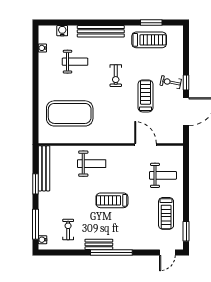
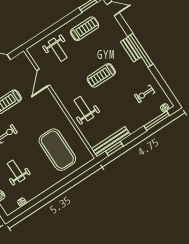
weight bench: (163, 175) -> (58, 50), turned 180
window: (35, 184) -> (114, 149), moved
treadmill: (112, 200) -> (101, 75), turned 90
bench: (99, 244) -> (131, 49), moved

